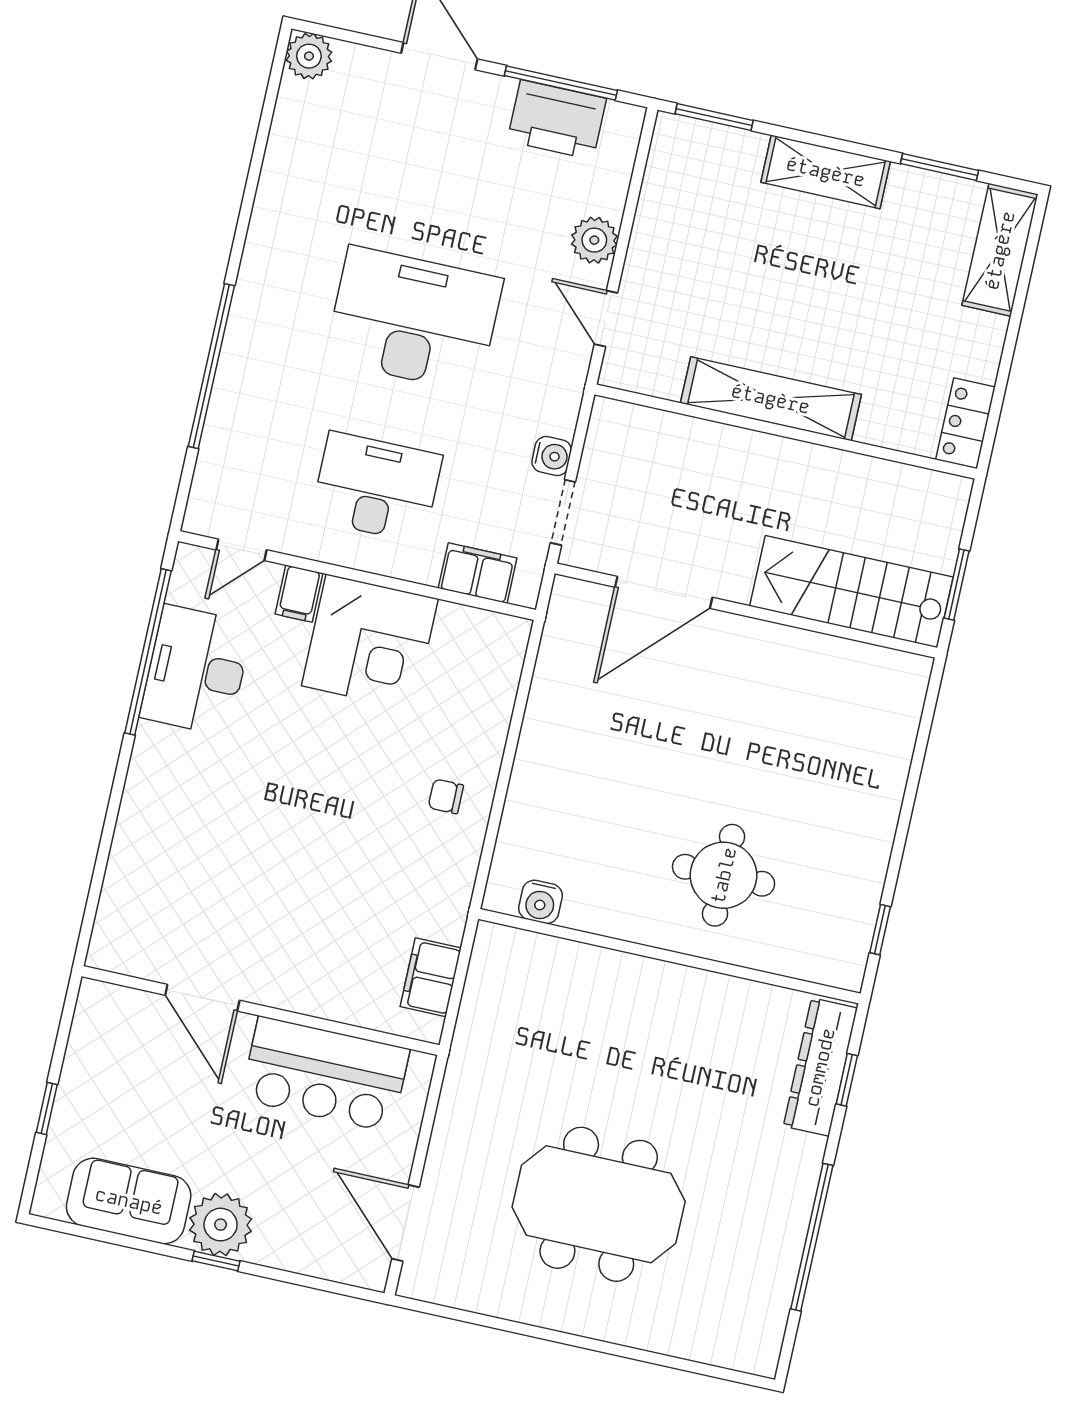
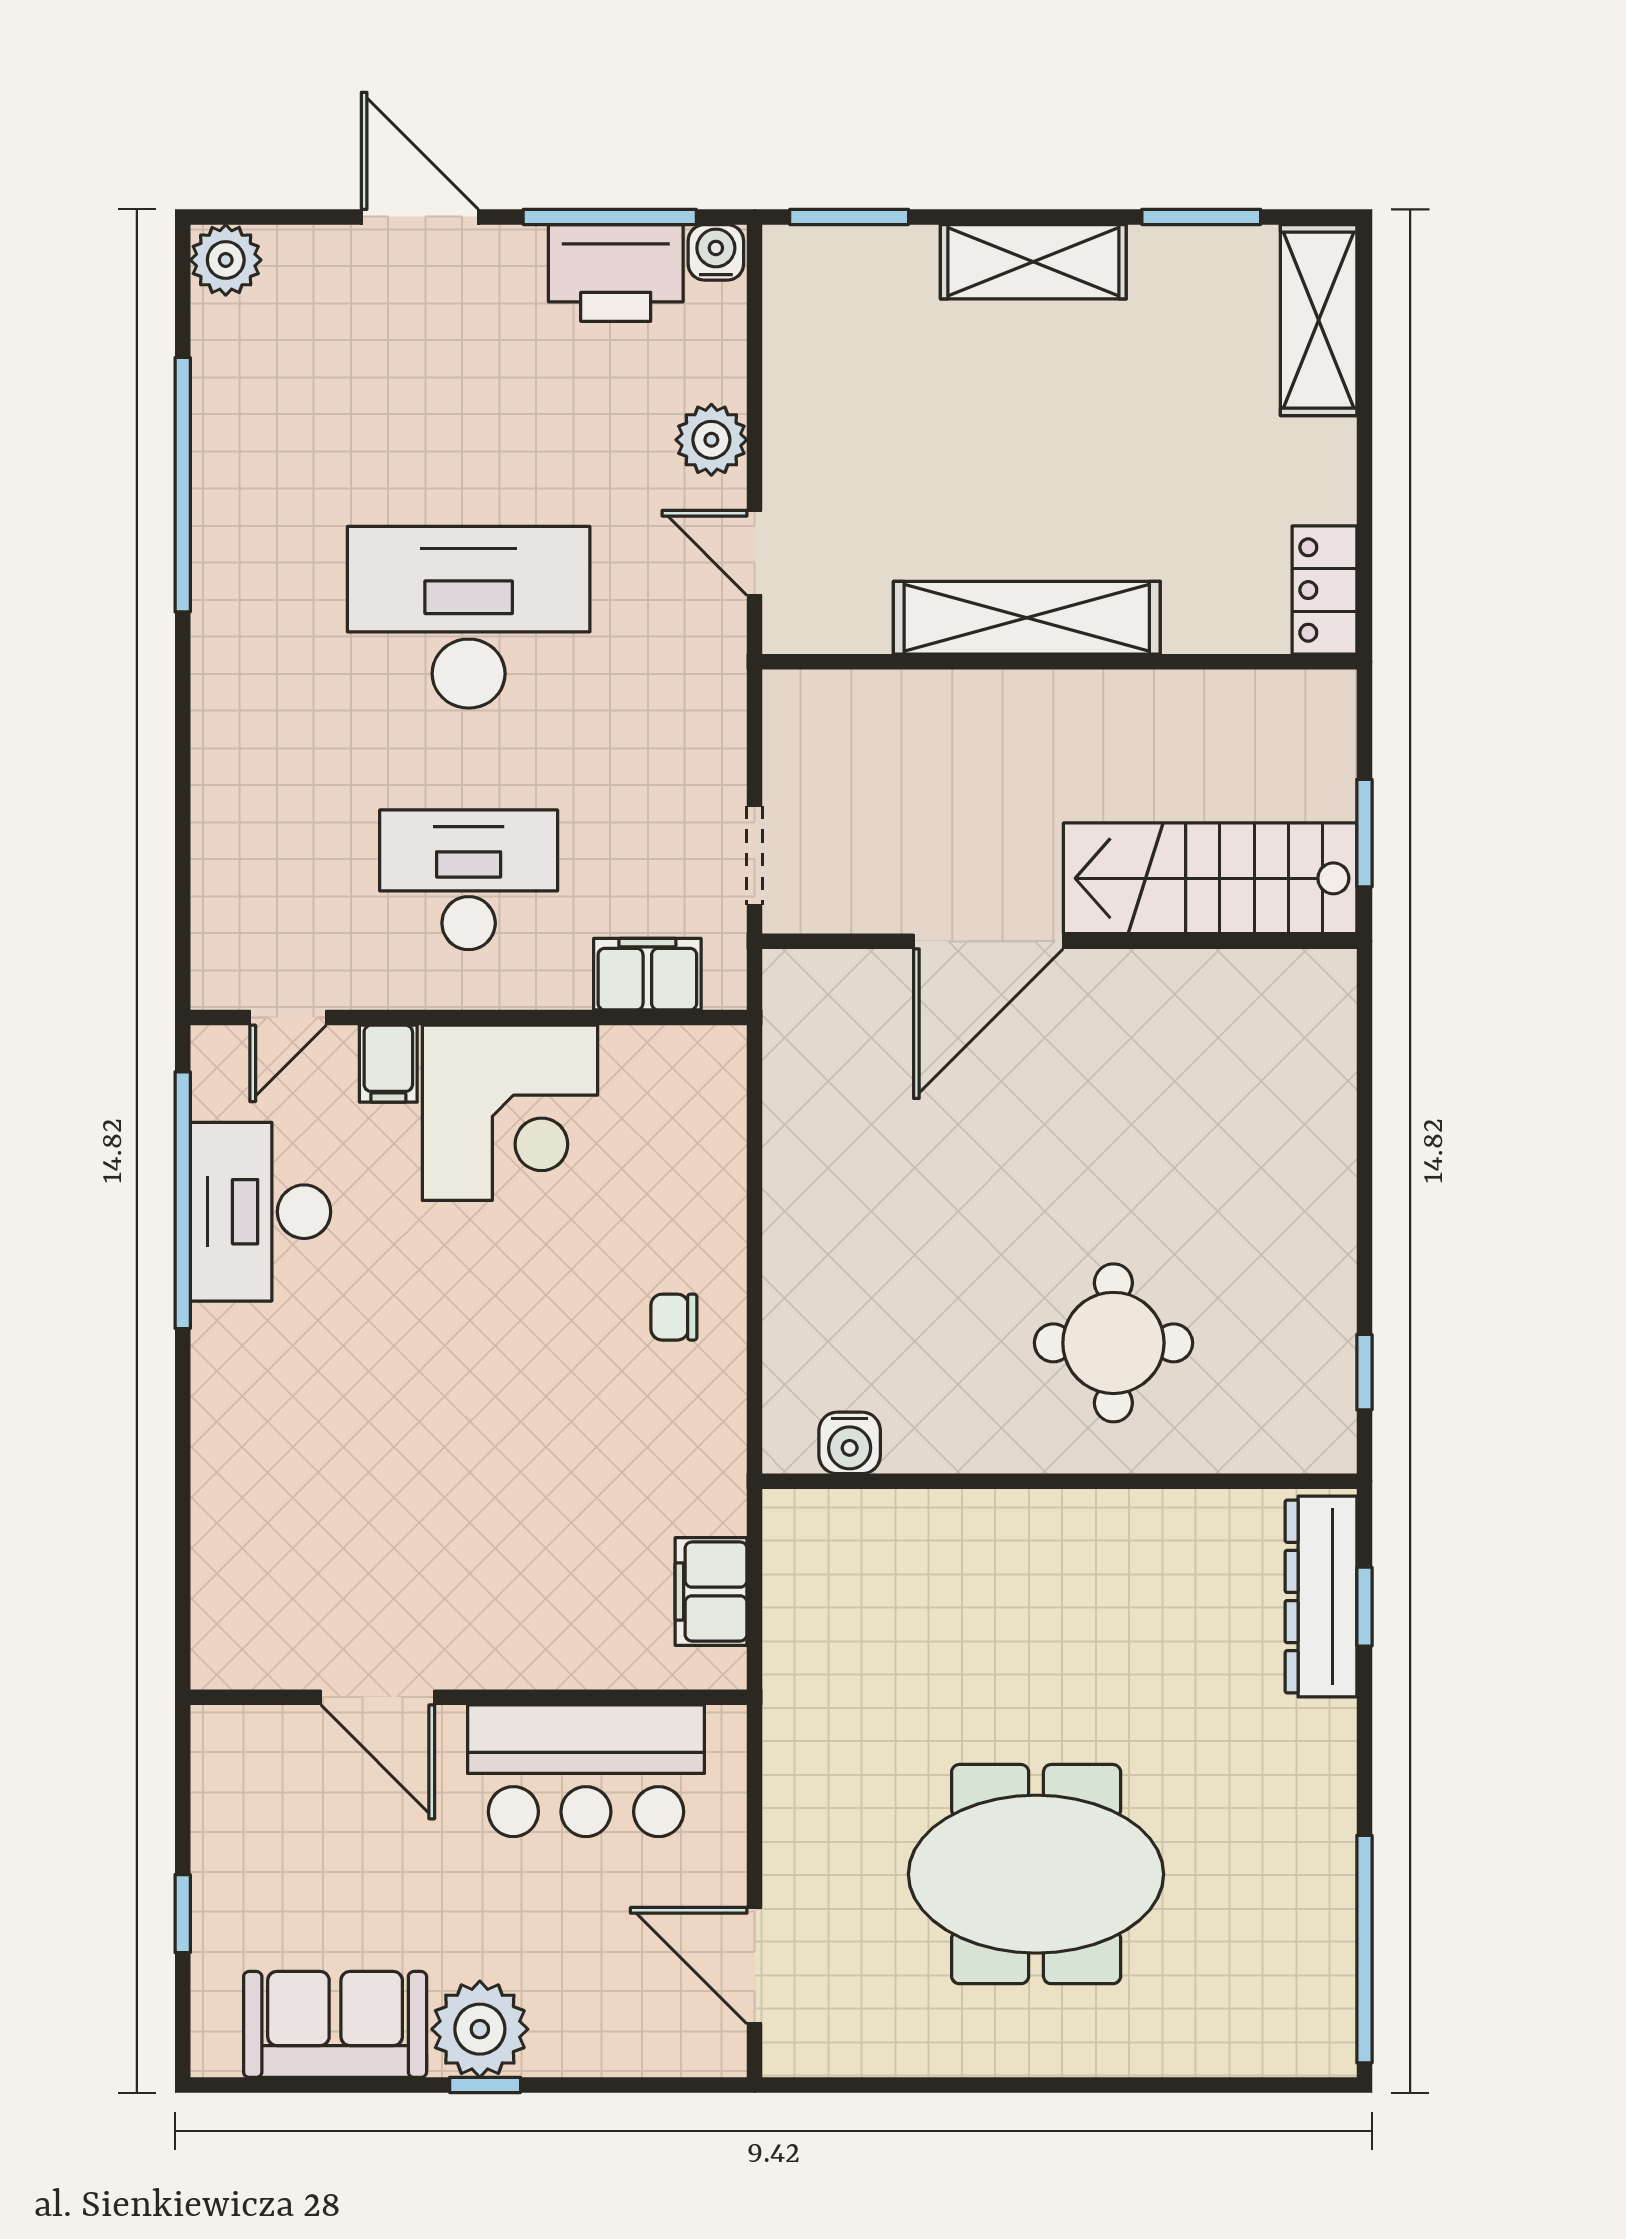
window: (211, 366) -> (183, 485), moved
water cooler: (552, 456) -> (716, 252), moved, turned -90
door: (664, 592) -> (988, 941), moved
window: (812, 1237) -> (1364, 1949), moved

